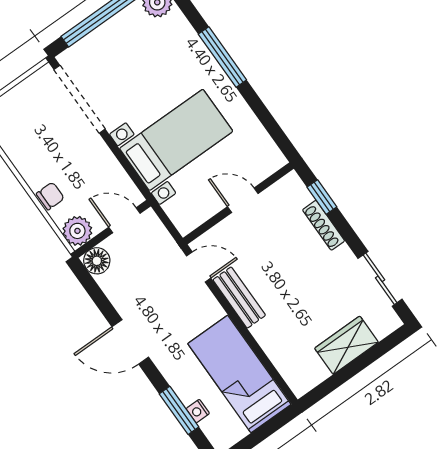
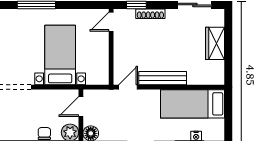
door: (243, 200) -> (111, 22), moved
bench: (239, 297) -> (163, 78), width x1.36

